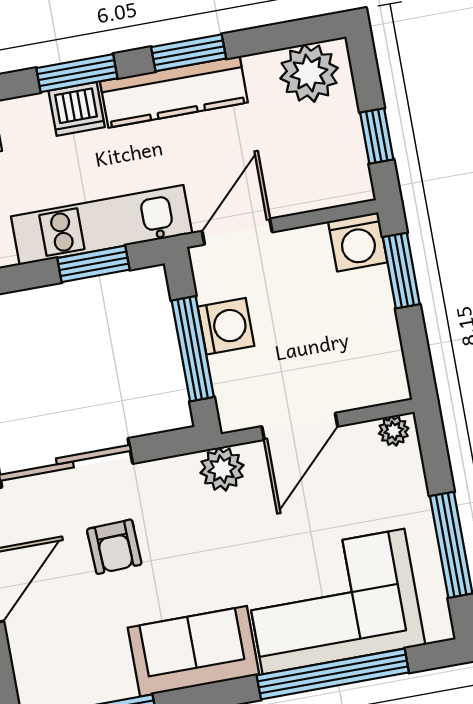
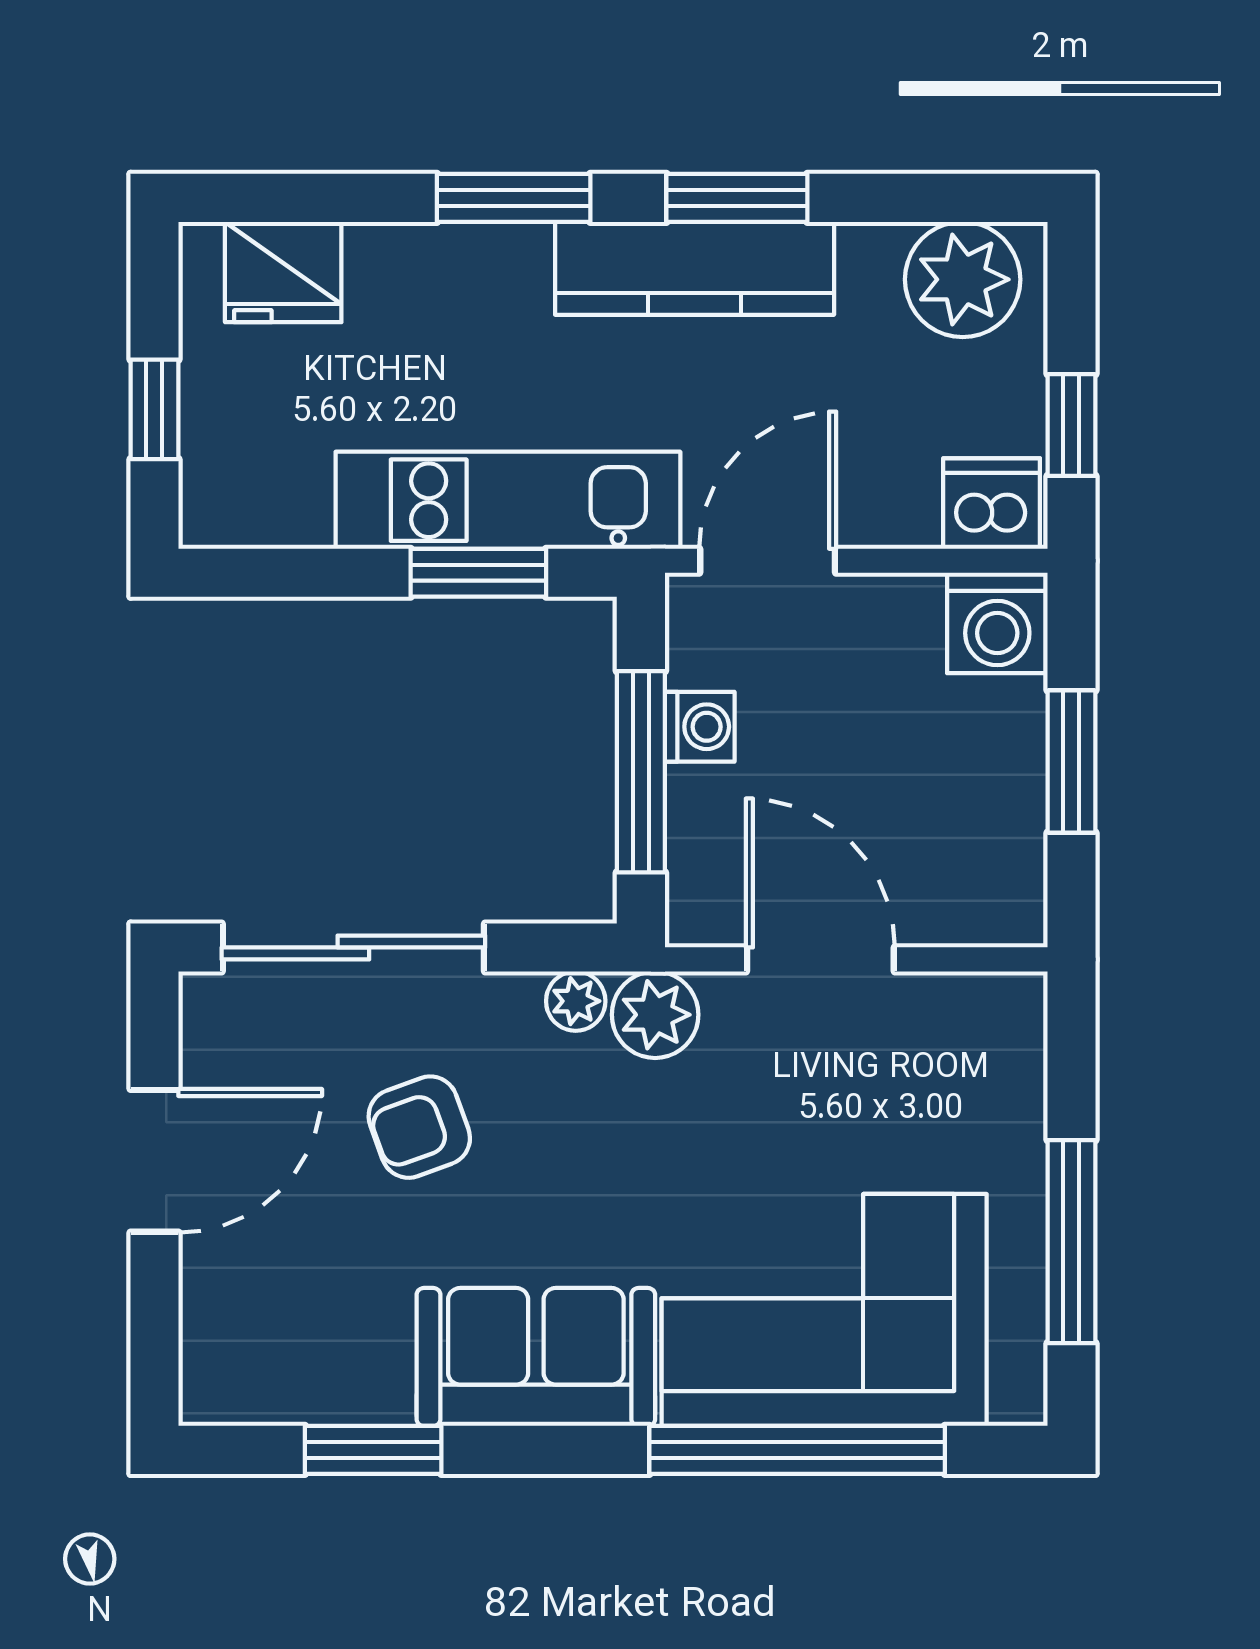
dishwasher: (77, 109) -> (992, 504), moved, turned 180
window: (401, 271) -> (1071, 762), moved
washing machine: (226, 326) -> (700, 727), width x0.73, depth x0.73
door: (300, 426) -> (820, 959), swing flipped
plant: (394, 431) -> (576, 1001), moved
armchair: (114, 547) -> (419, 1127), turned 72

